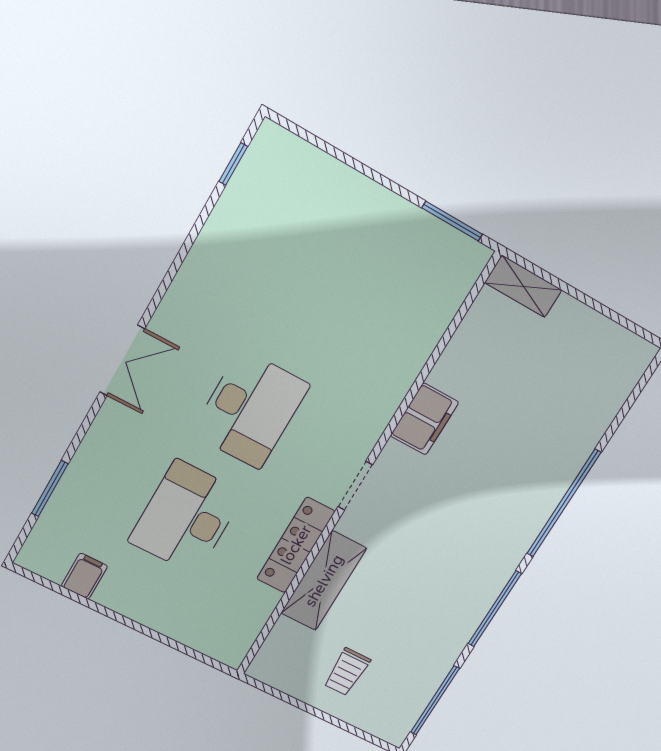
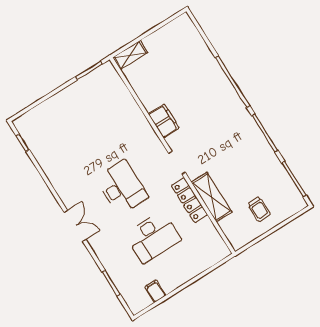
desk: (186, 517) -> (153, 237), turned -90

